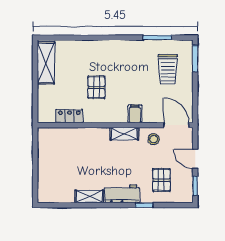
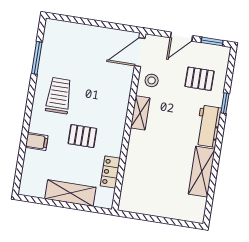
window: (195, 59) -> (67, 19), removed
shelving: (46, 63) -> (70, 193), moved
trolley: (168, 69) -> (59, 96), moved, turned -90
filing cabinet: (135, 114) -> (37, 142), moved, turned 180
shelving: (89, 197) -> (202, 172), width x1.50, depth x1.33

